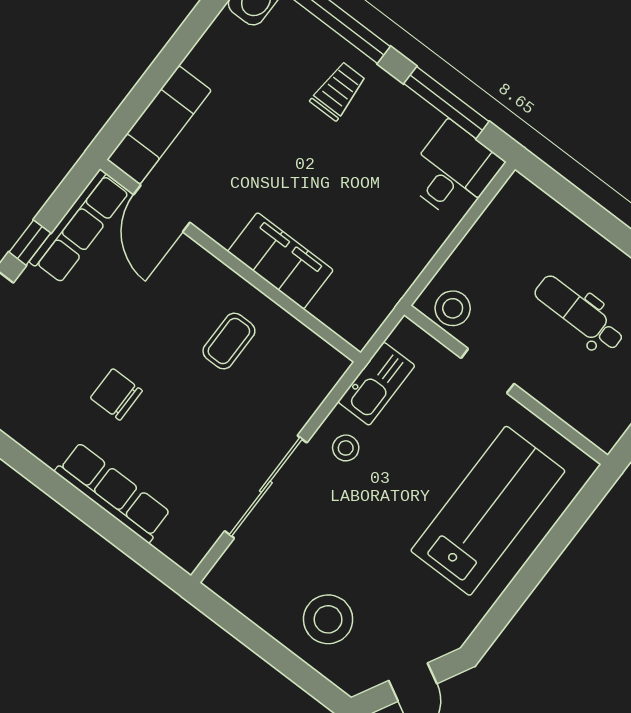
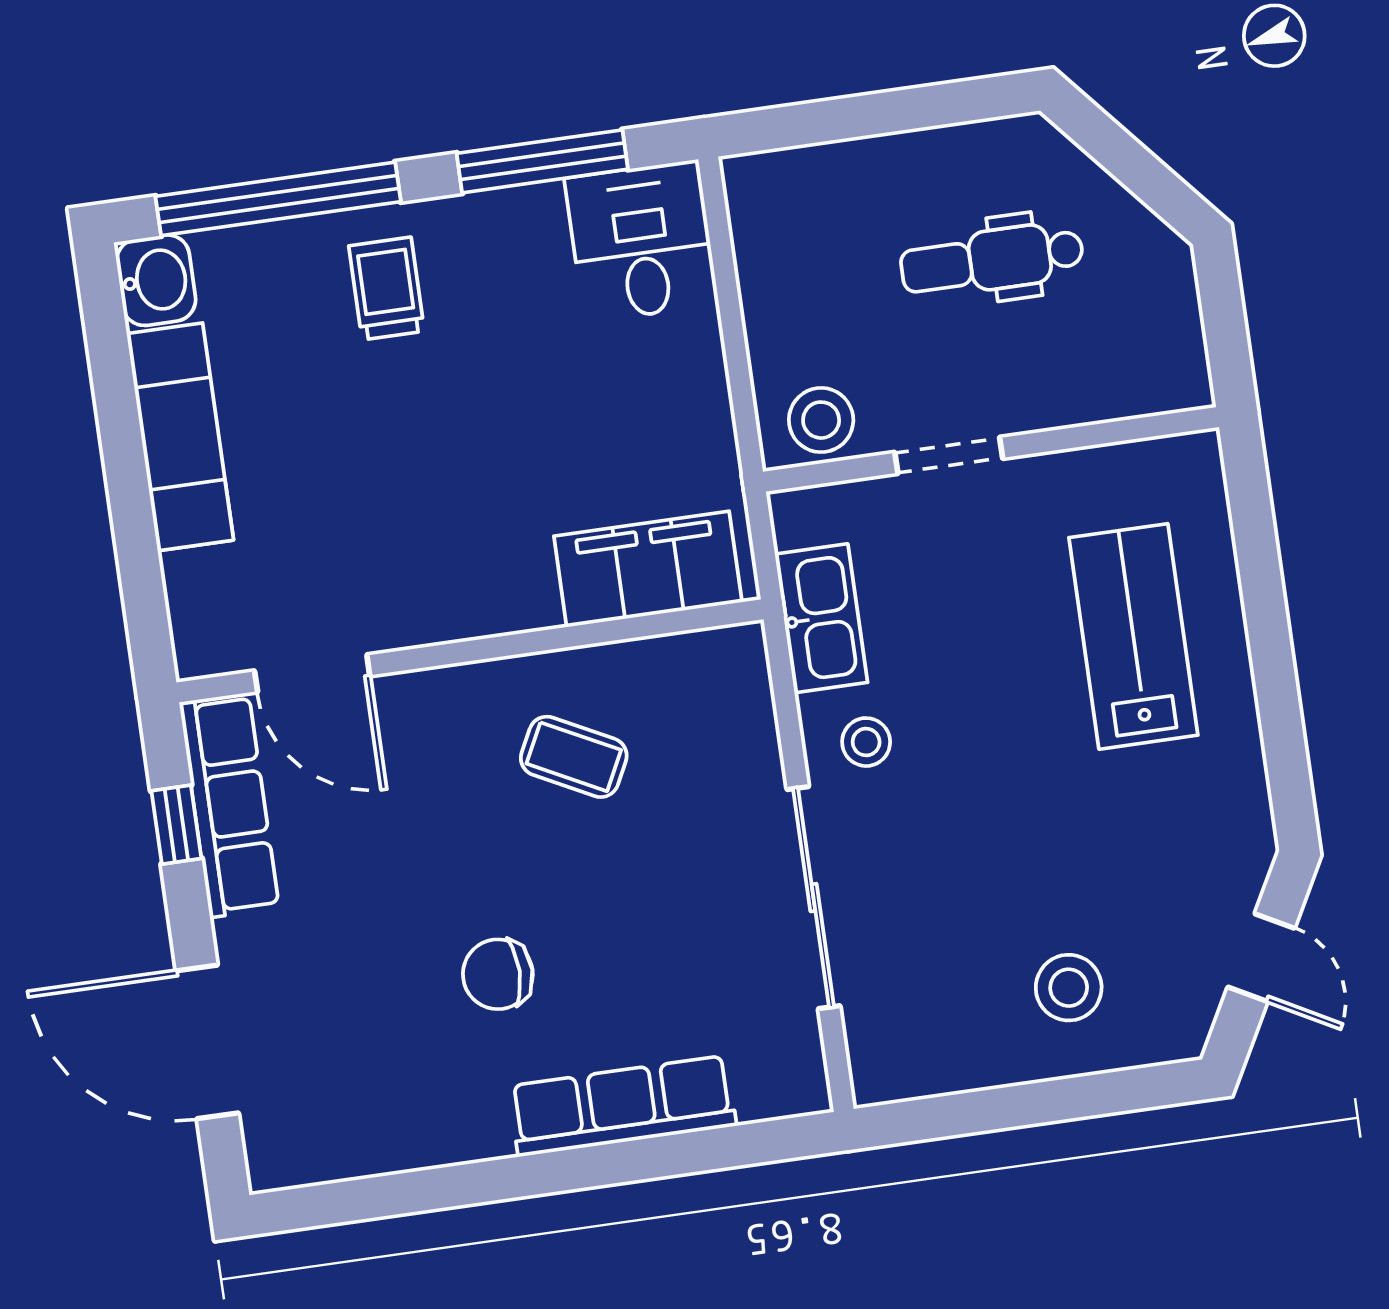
exam couch: (159, 125) -> (180, 437), moved
window: (30, 243) -> (176, 825), moved
filing cabinet: (280, 261) -> (648, 569), moved
coffee table: (229, 341) -> (574, 757), turned -63
lab bench: (488, 511) -> (1133, 636), width x0.73, depth x0.72
stool: (328, 619) -> (1069, 988), width x0.73, depth x0.73

